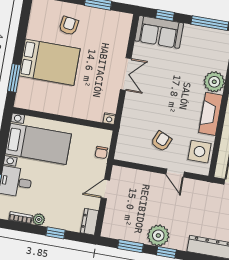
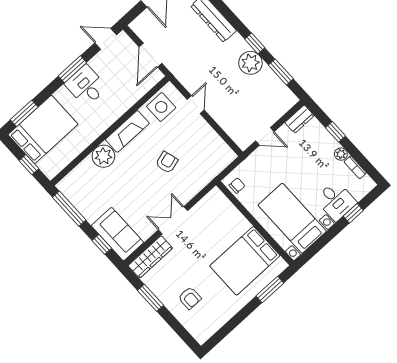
armchair: (69, 26) -> (190, 298), turned -98
wardrobe: (122, 34) -> (150, 257), added
bed: (50, 62) -> (245, 261), moved, turned -90
nightstand: (109, 119) -> (216, 193), removed
armchair: (161, 141) -> (167, 162), moved, turned 141
chair: (101, 152) -> (237, 186), moved

